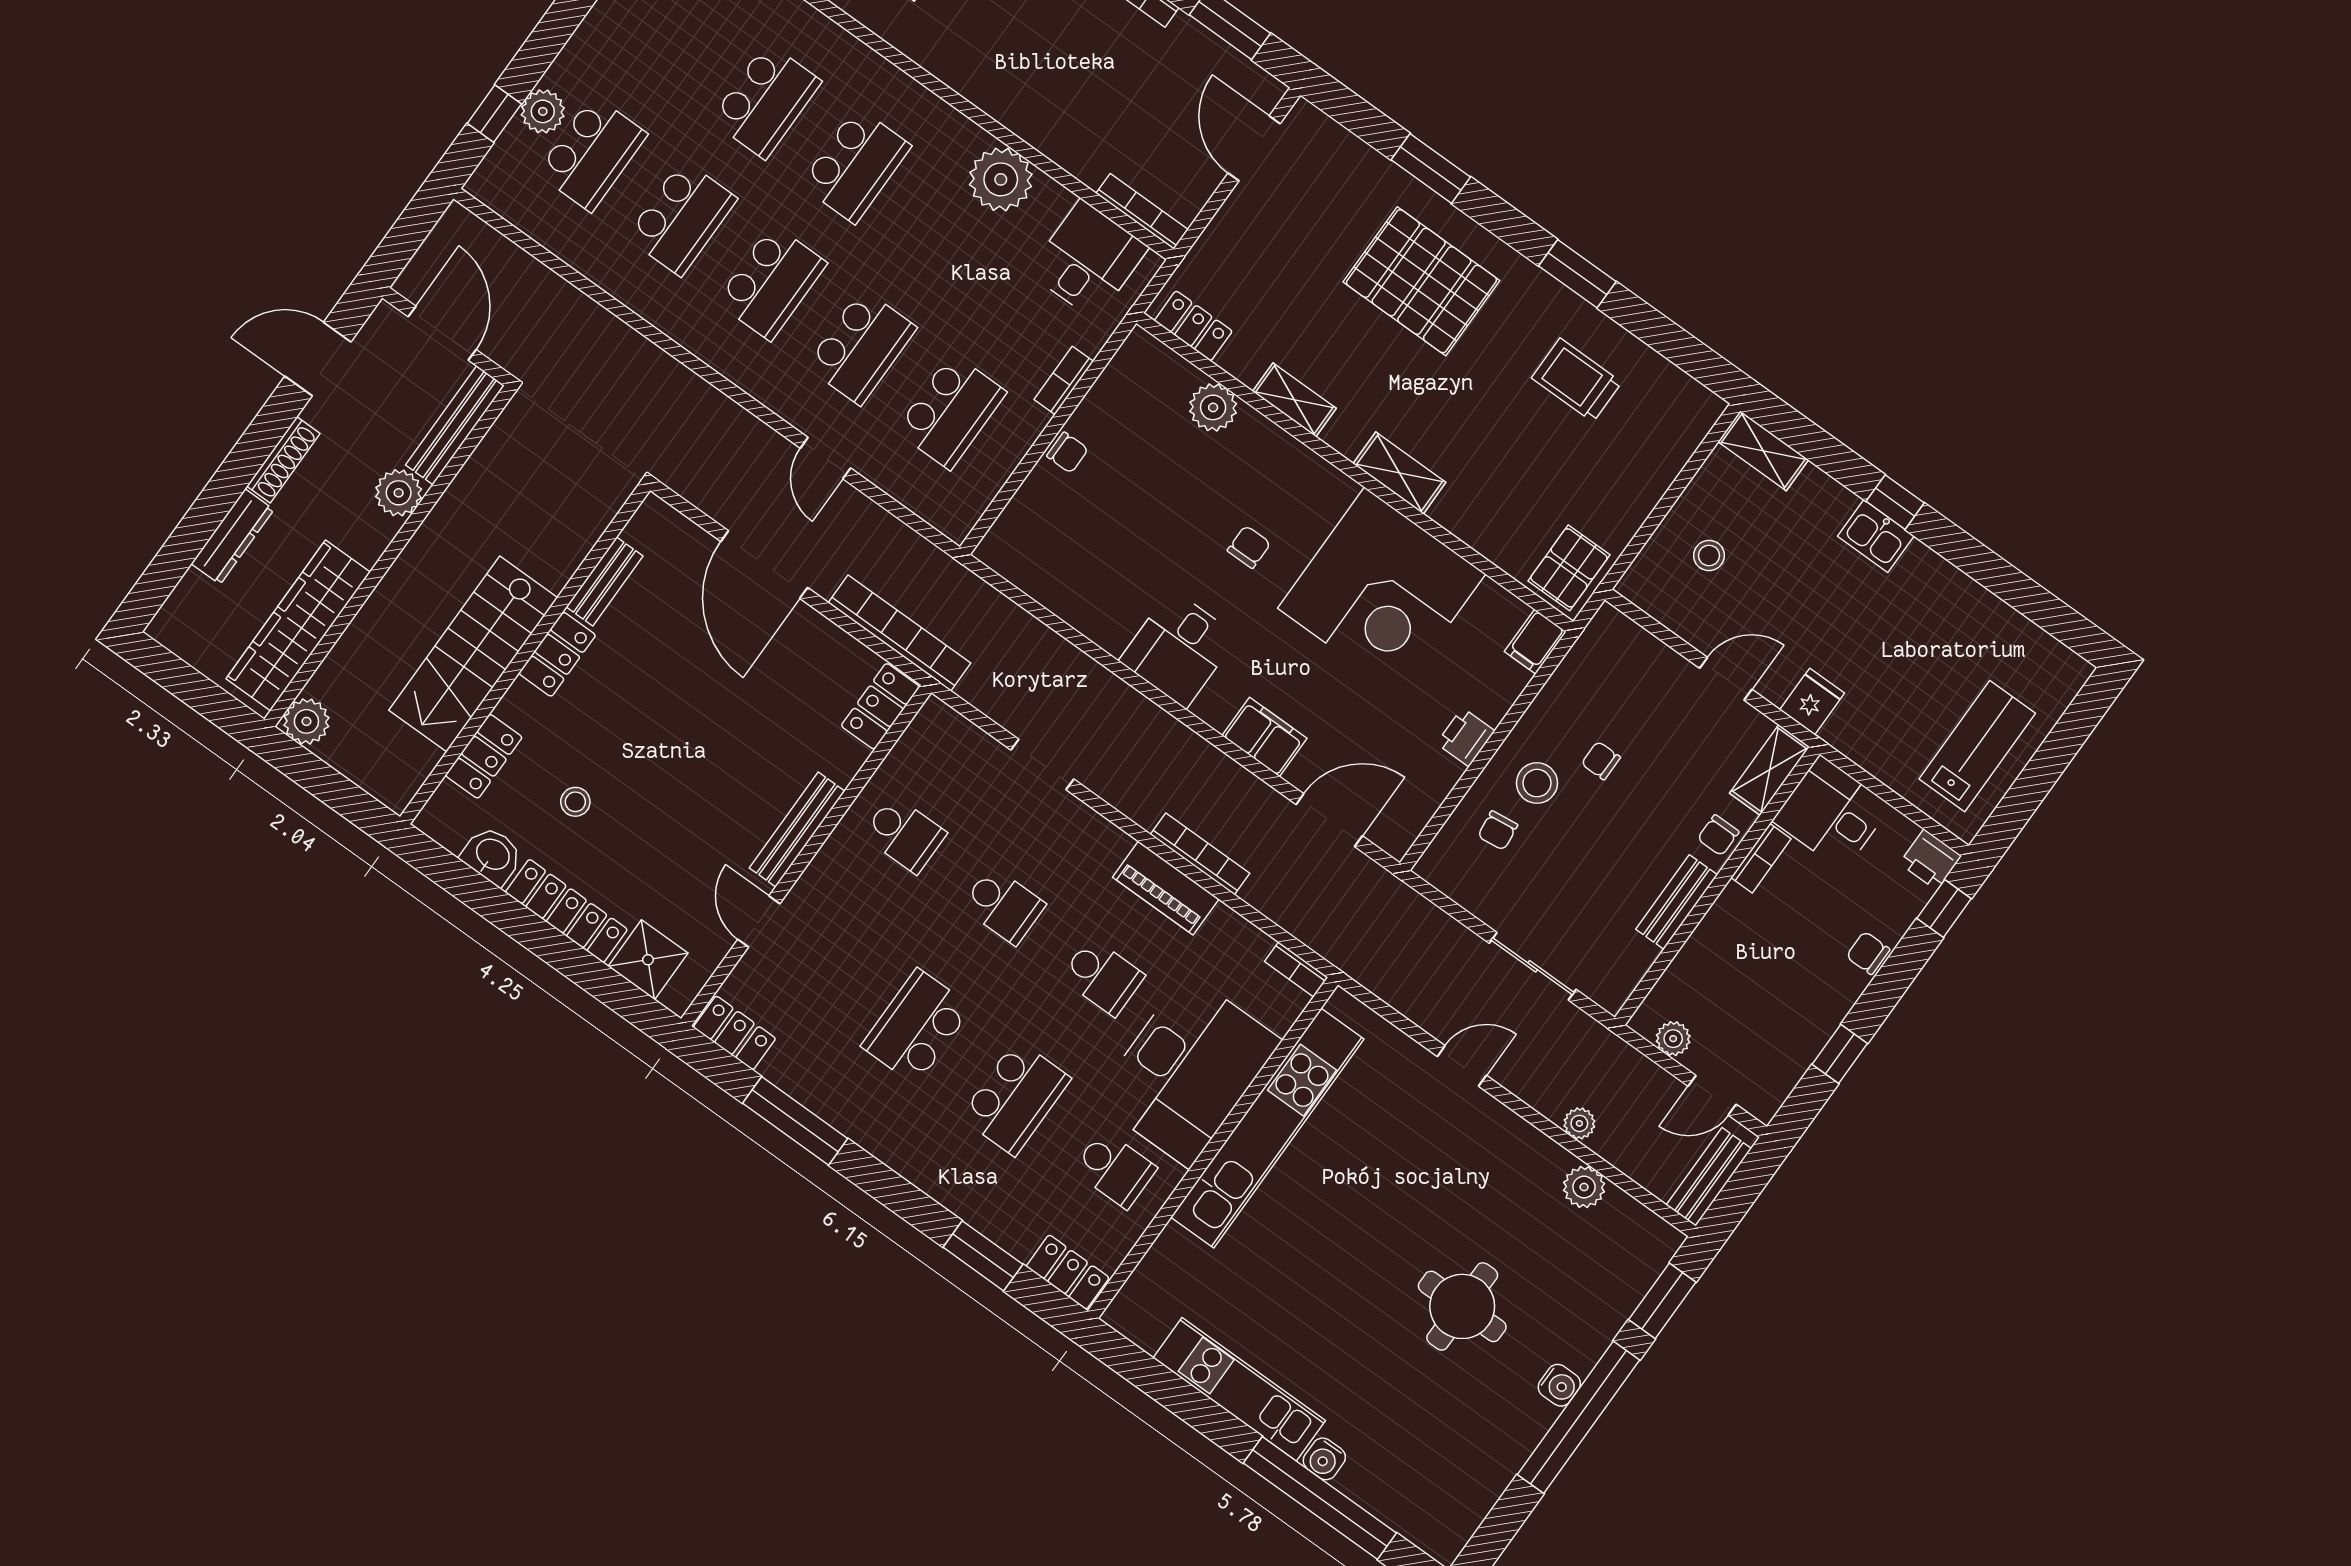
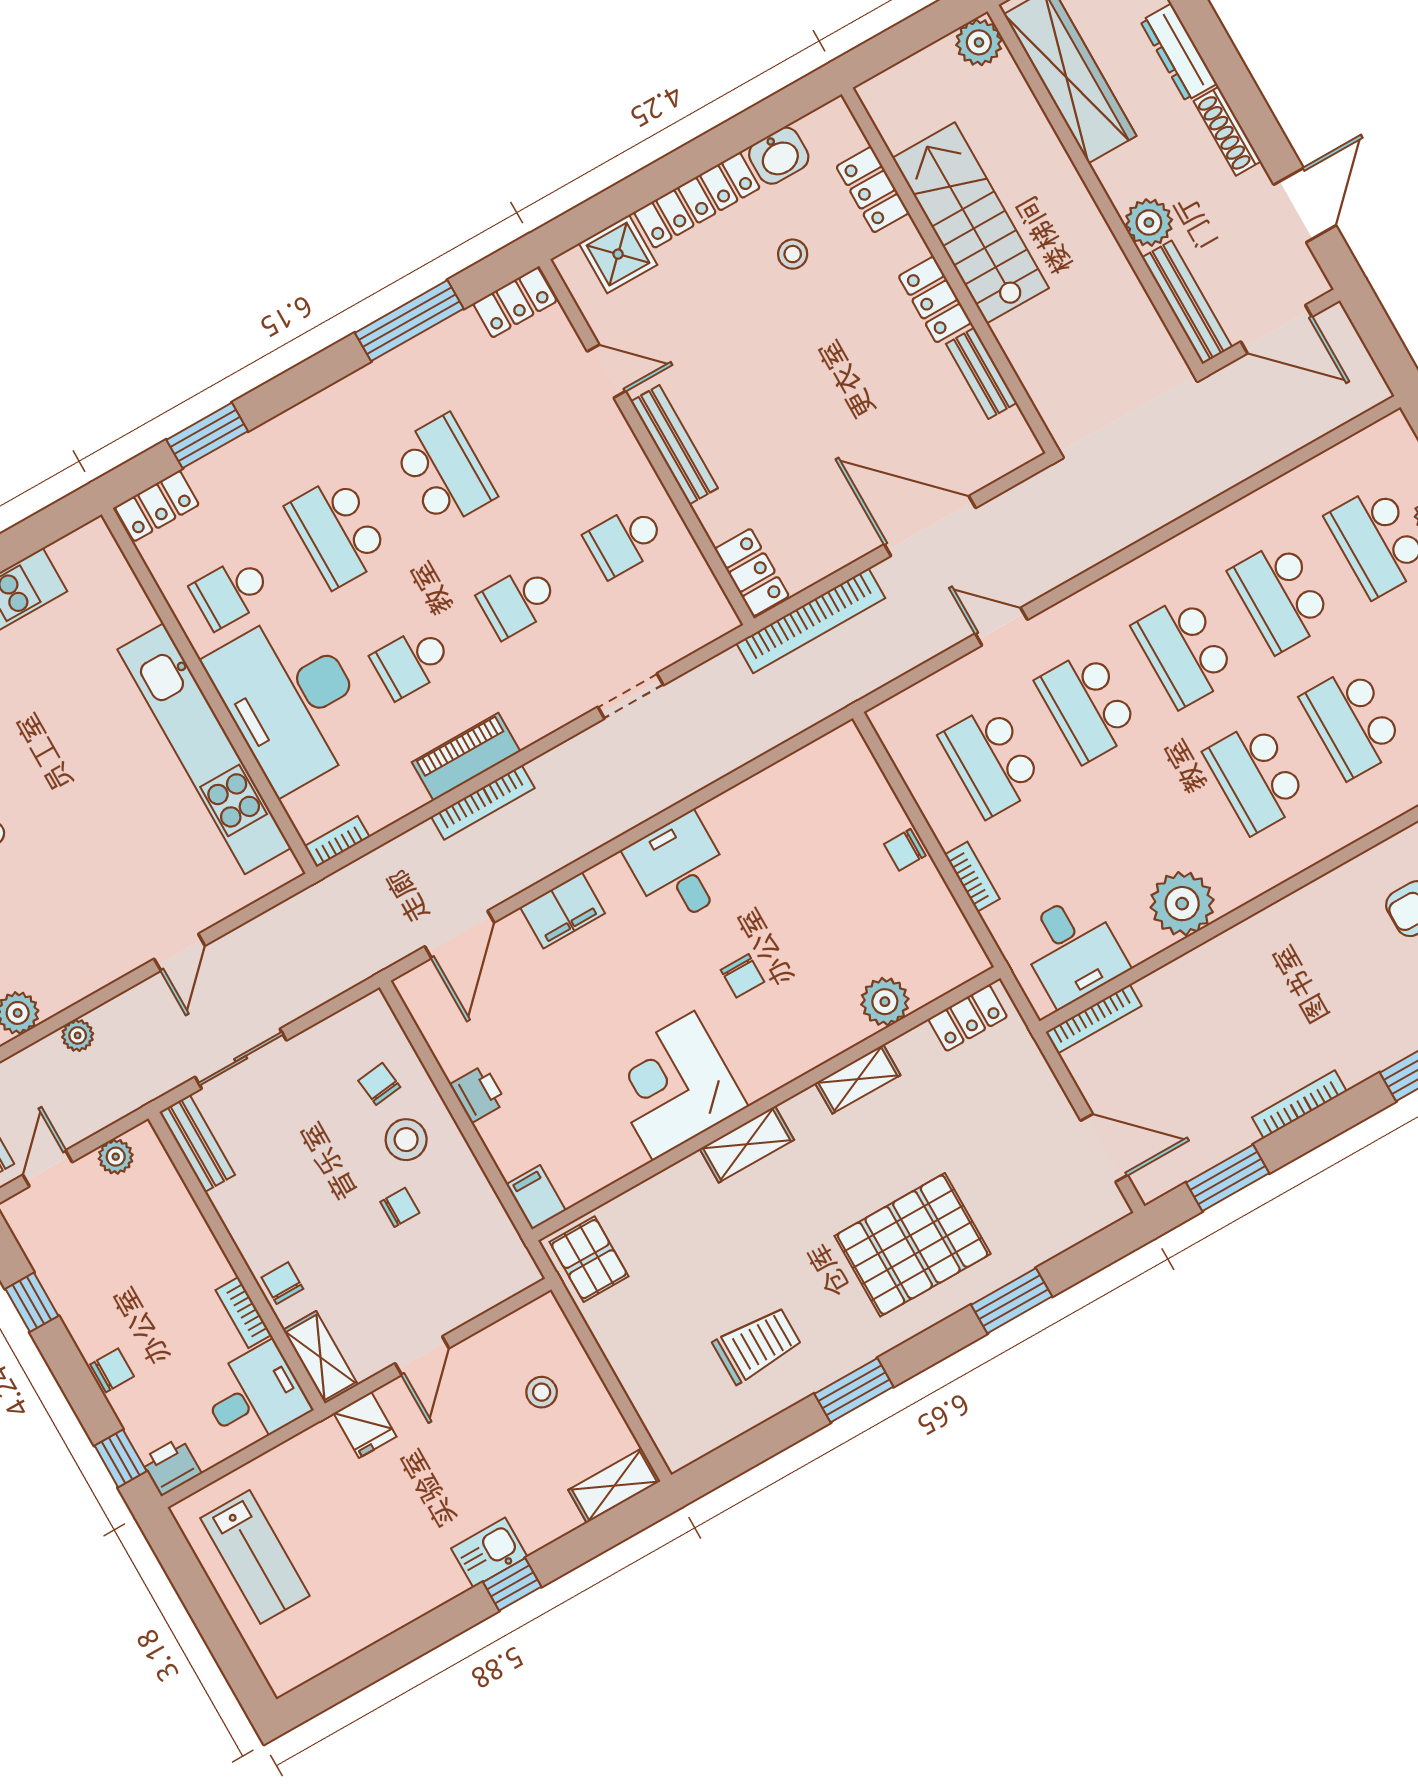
corner desk: (1382, 591) -> (674, 1086), width x0.74, depth x0.74
bench: (1677, 902) -> (197, 1143), moved

